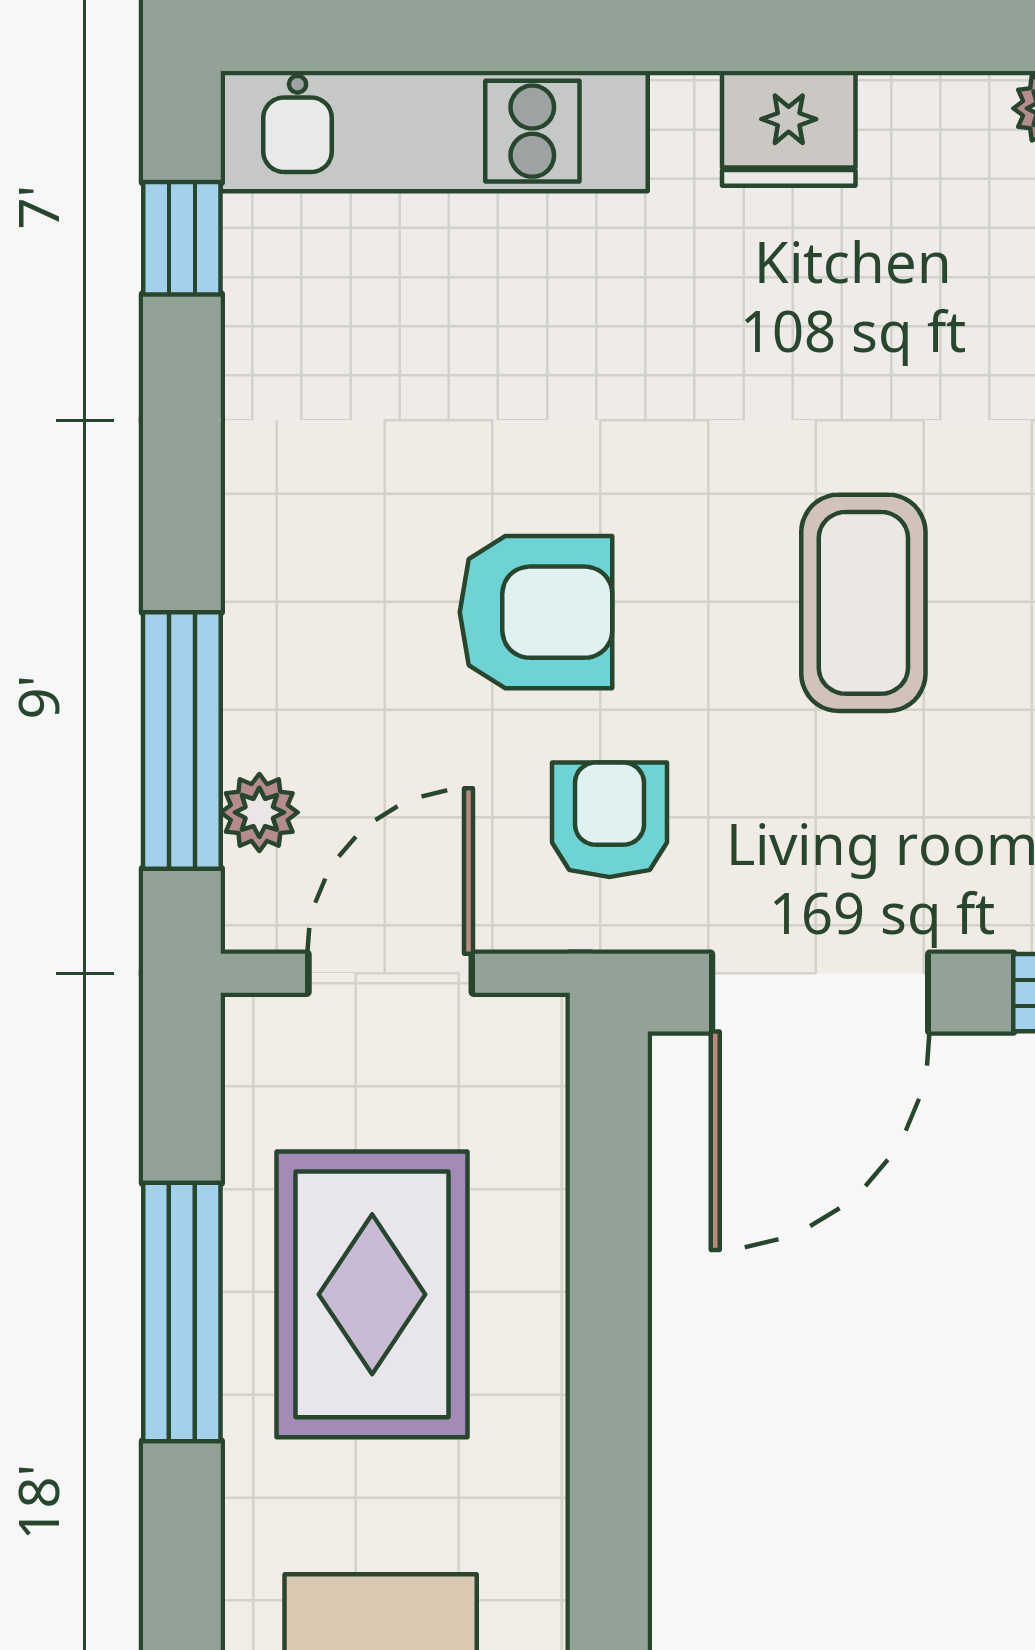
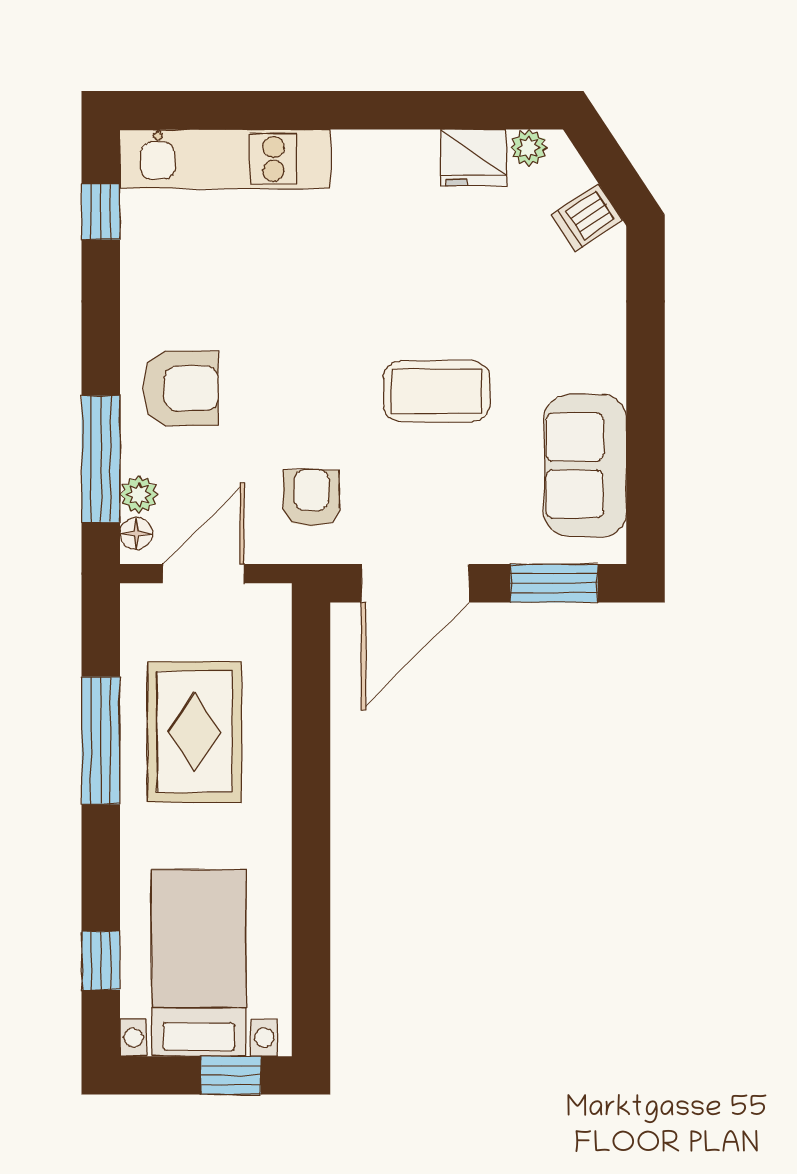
fridge: (789, 128) -> (474, 158), moved
coffee table: (863, 603) -> (436, 391), turned 90
armchair: (536, 612) -> (181, 388), moved
floor lamp: (254, 892) -> (136, 534), added

